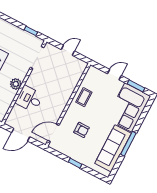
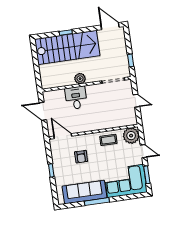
plant: (94, 76) -> (131, 136), added

